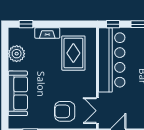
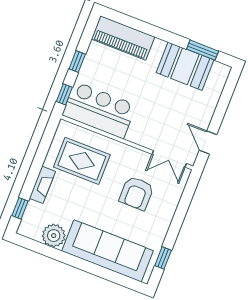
bar counter: (112, 60) -> (99, 110), width x0.73
sofa: (18, 93) -> (107, 251), width x1.36, depth x1.27
armchair: (65, 111) -> (136, 193), moved

